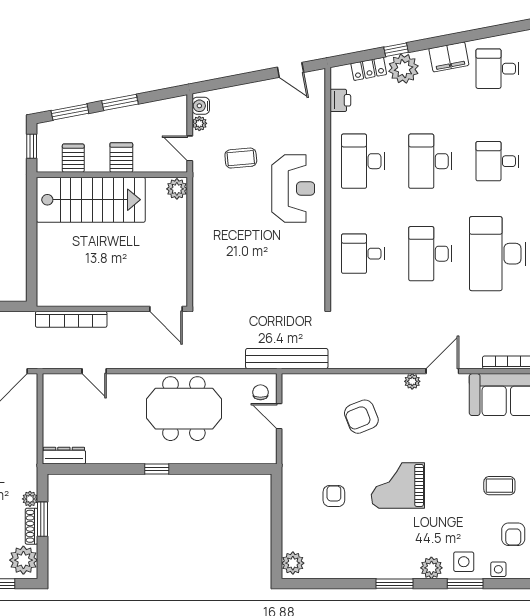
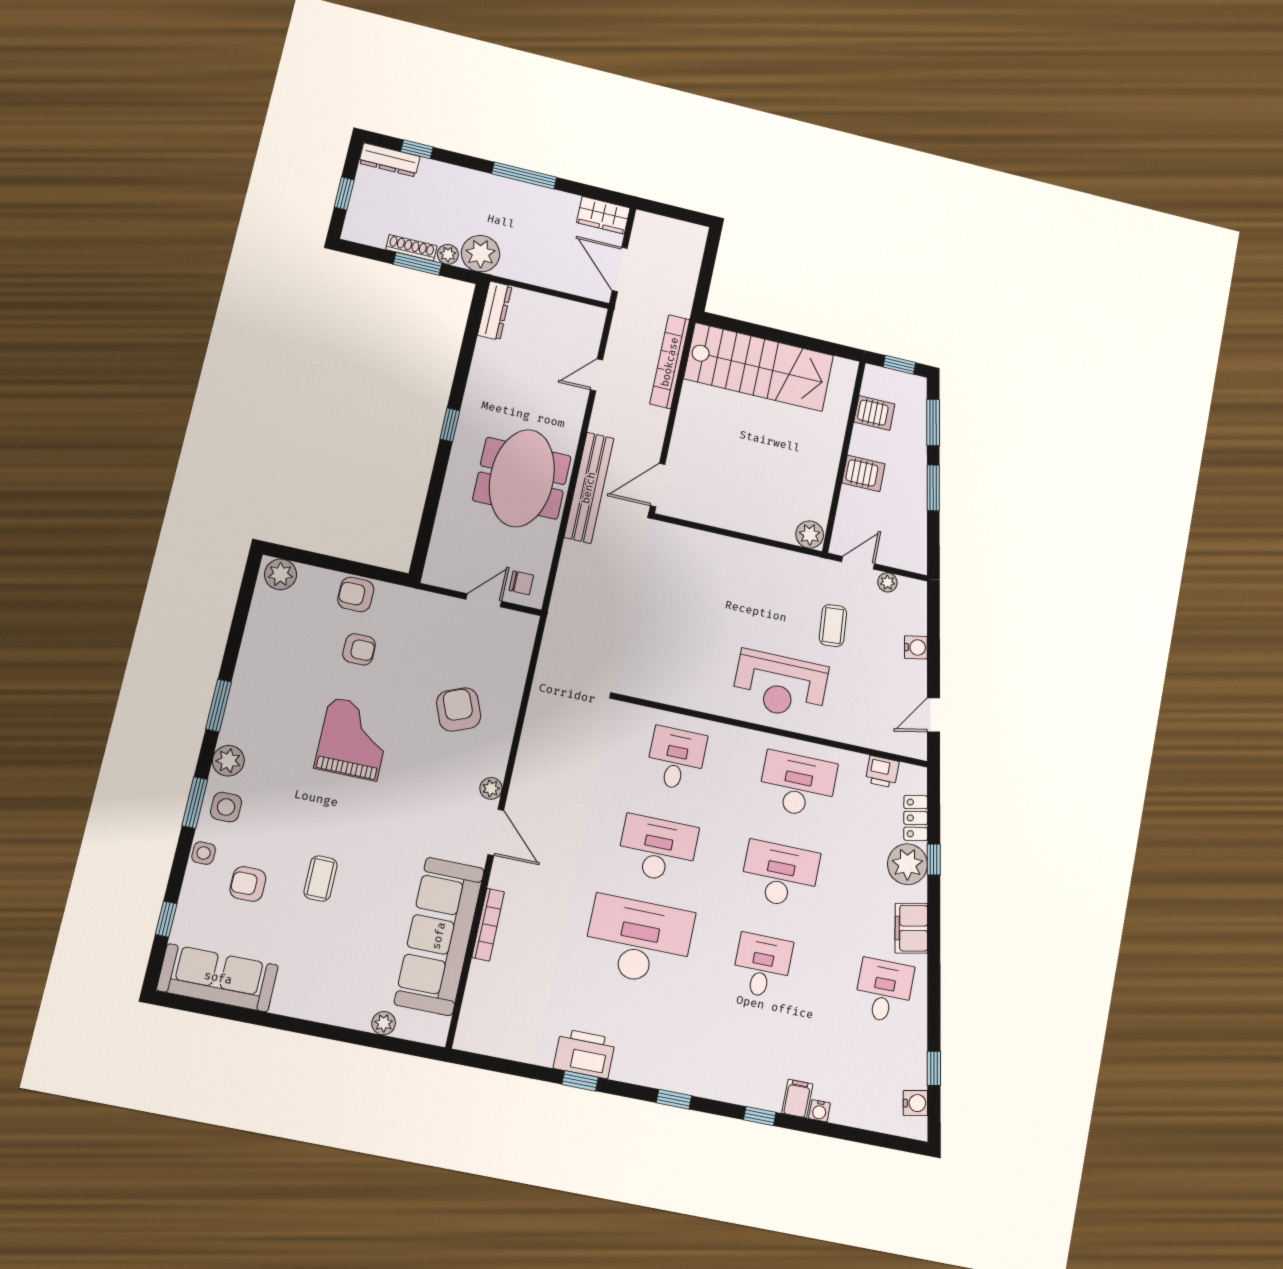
water cooler: (201, 106) -> (916, 647), moved, turned 79
stairs: (91, 200) -> (759, 367), moved, turned -90
bench: (287, 359) -> (589, 488), moved
armchair: (295, 507) -> (356, 594), added
plant: (23, 560) -> (481, 254), moved

